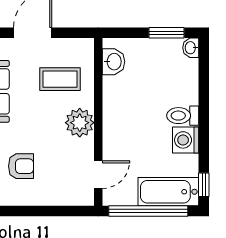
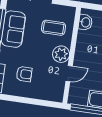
door: (98, 175) -> (69, 74), moved

